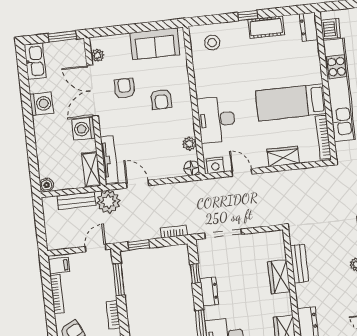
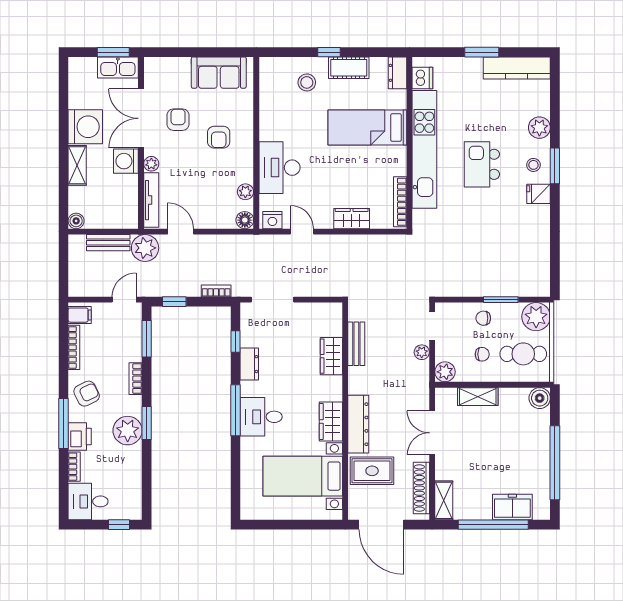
stool: (212, 43) -> (307, 82), moved
plant: (97, 55) -> (151, 164), moved
kitchen sink: (35, 61) -> (118, 67), moved, turned 90
bed: (291, 102) -> (367, 128), moved
washing machine: (42, 104) -> (85, 127), width x1.37, depth x1.37
shelving: (91, 169) -> (77, 165), moved

